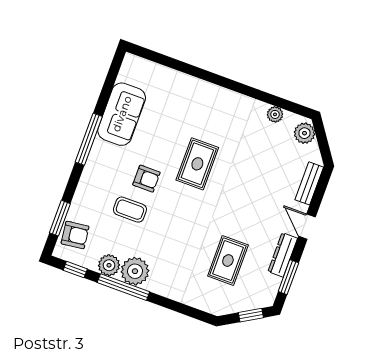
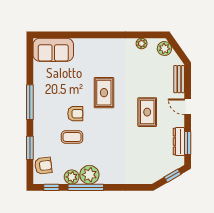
sofa: (122, 114) -> (53, 50), moved, turned 90
window: (60, 218) -> (30, 148), moved
dresser: (283, 255) -> (179, 141), moved
rug: (228, 261) -> (147, 112), moved

